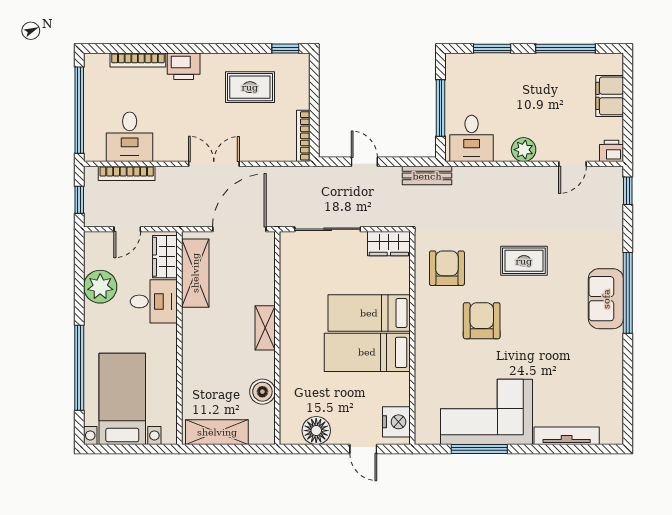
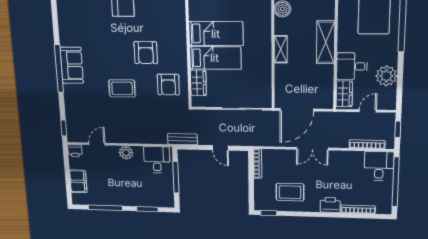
desk: (130, 137) -> (379, 166), moved
wardrobe: (389, 244) -> (198, 83), moved, turned 90
shelving: (195, 273) -> (326, 42), moved

